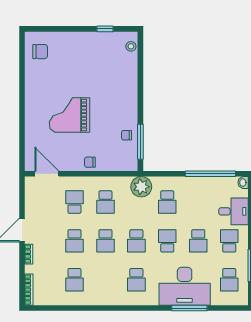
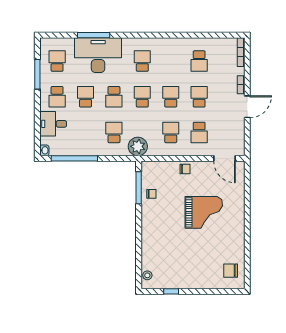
school desk: (74, 280) -> (199, 61), turned 180

